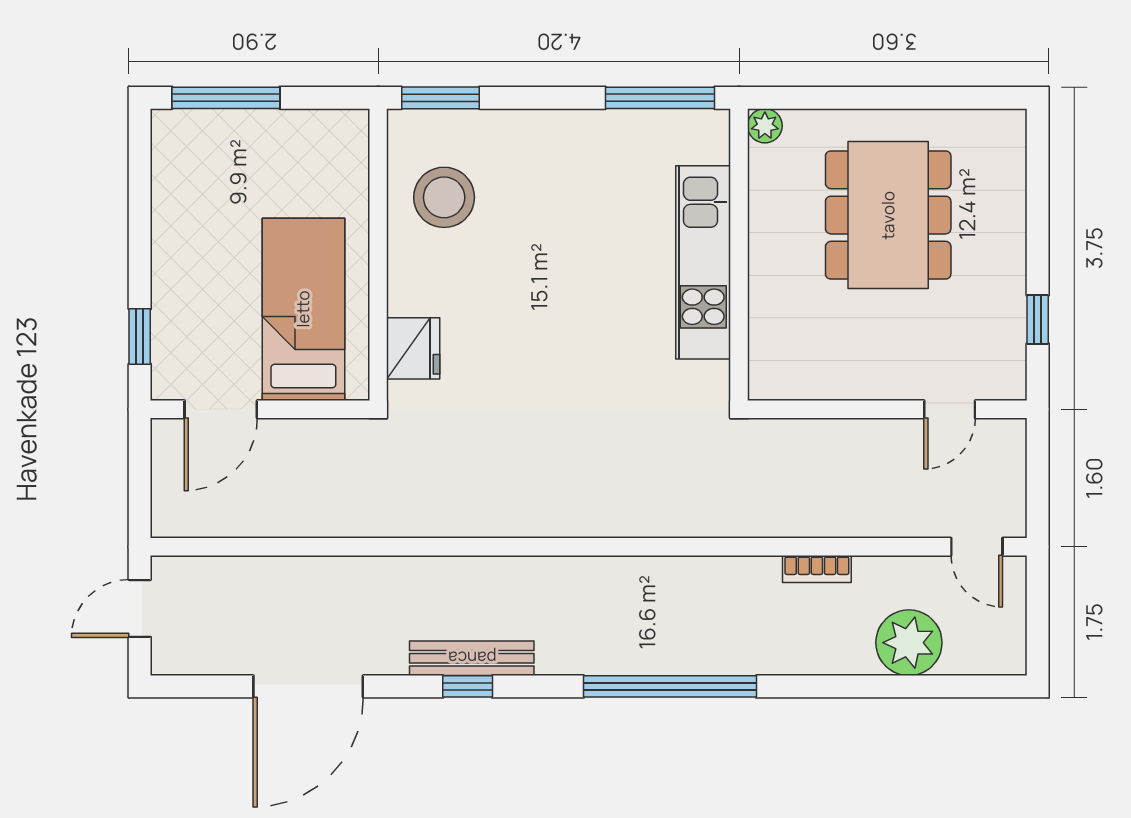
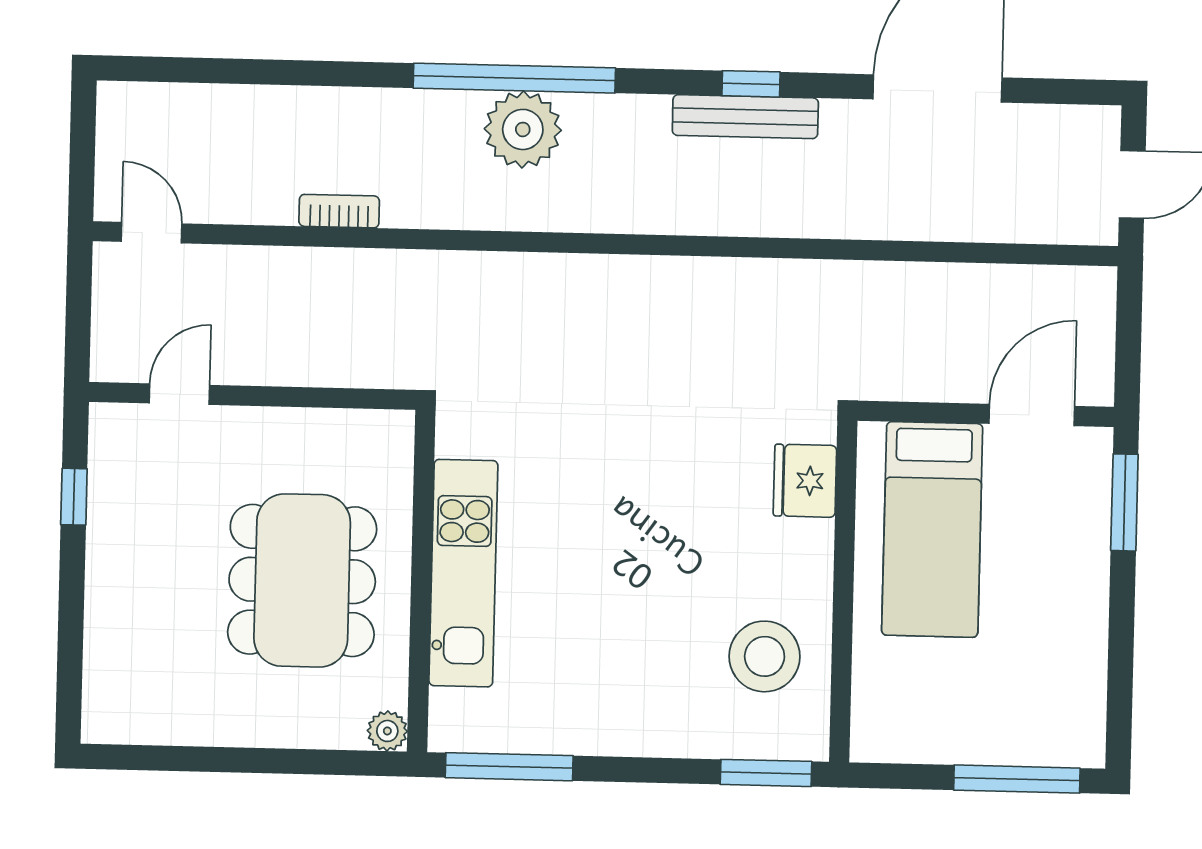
dining table: (888, 215) -> (302, 580), moved
window: (140, 336) -> (1124, 502), width x1.50
plant: (909, 643) -> (523, 129), moved

